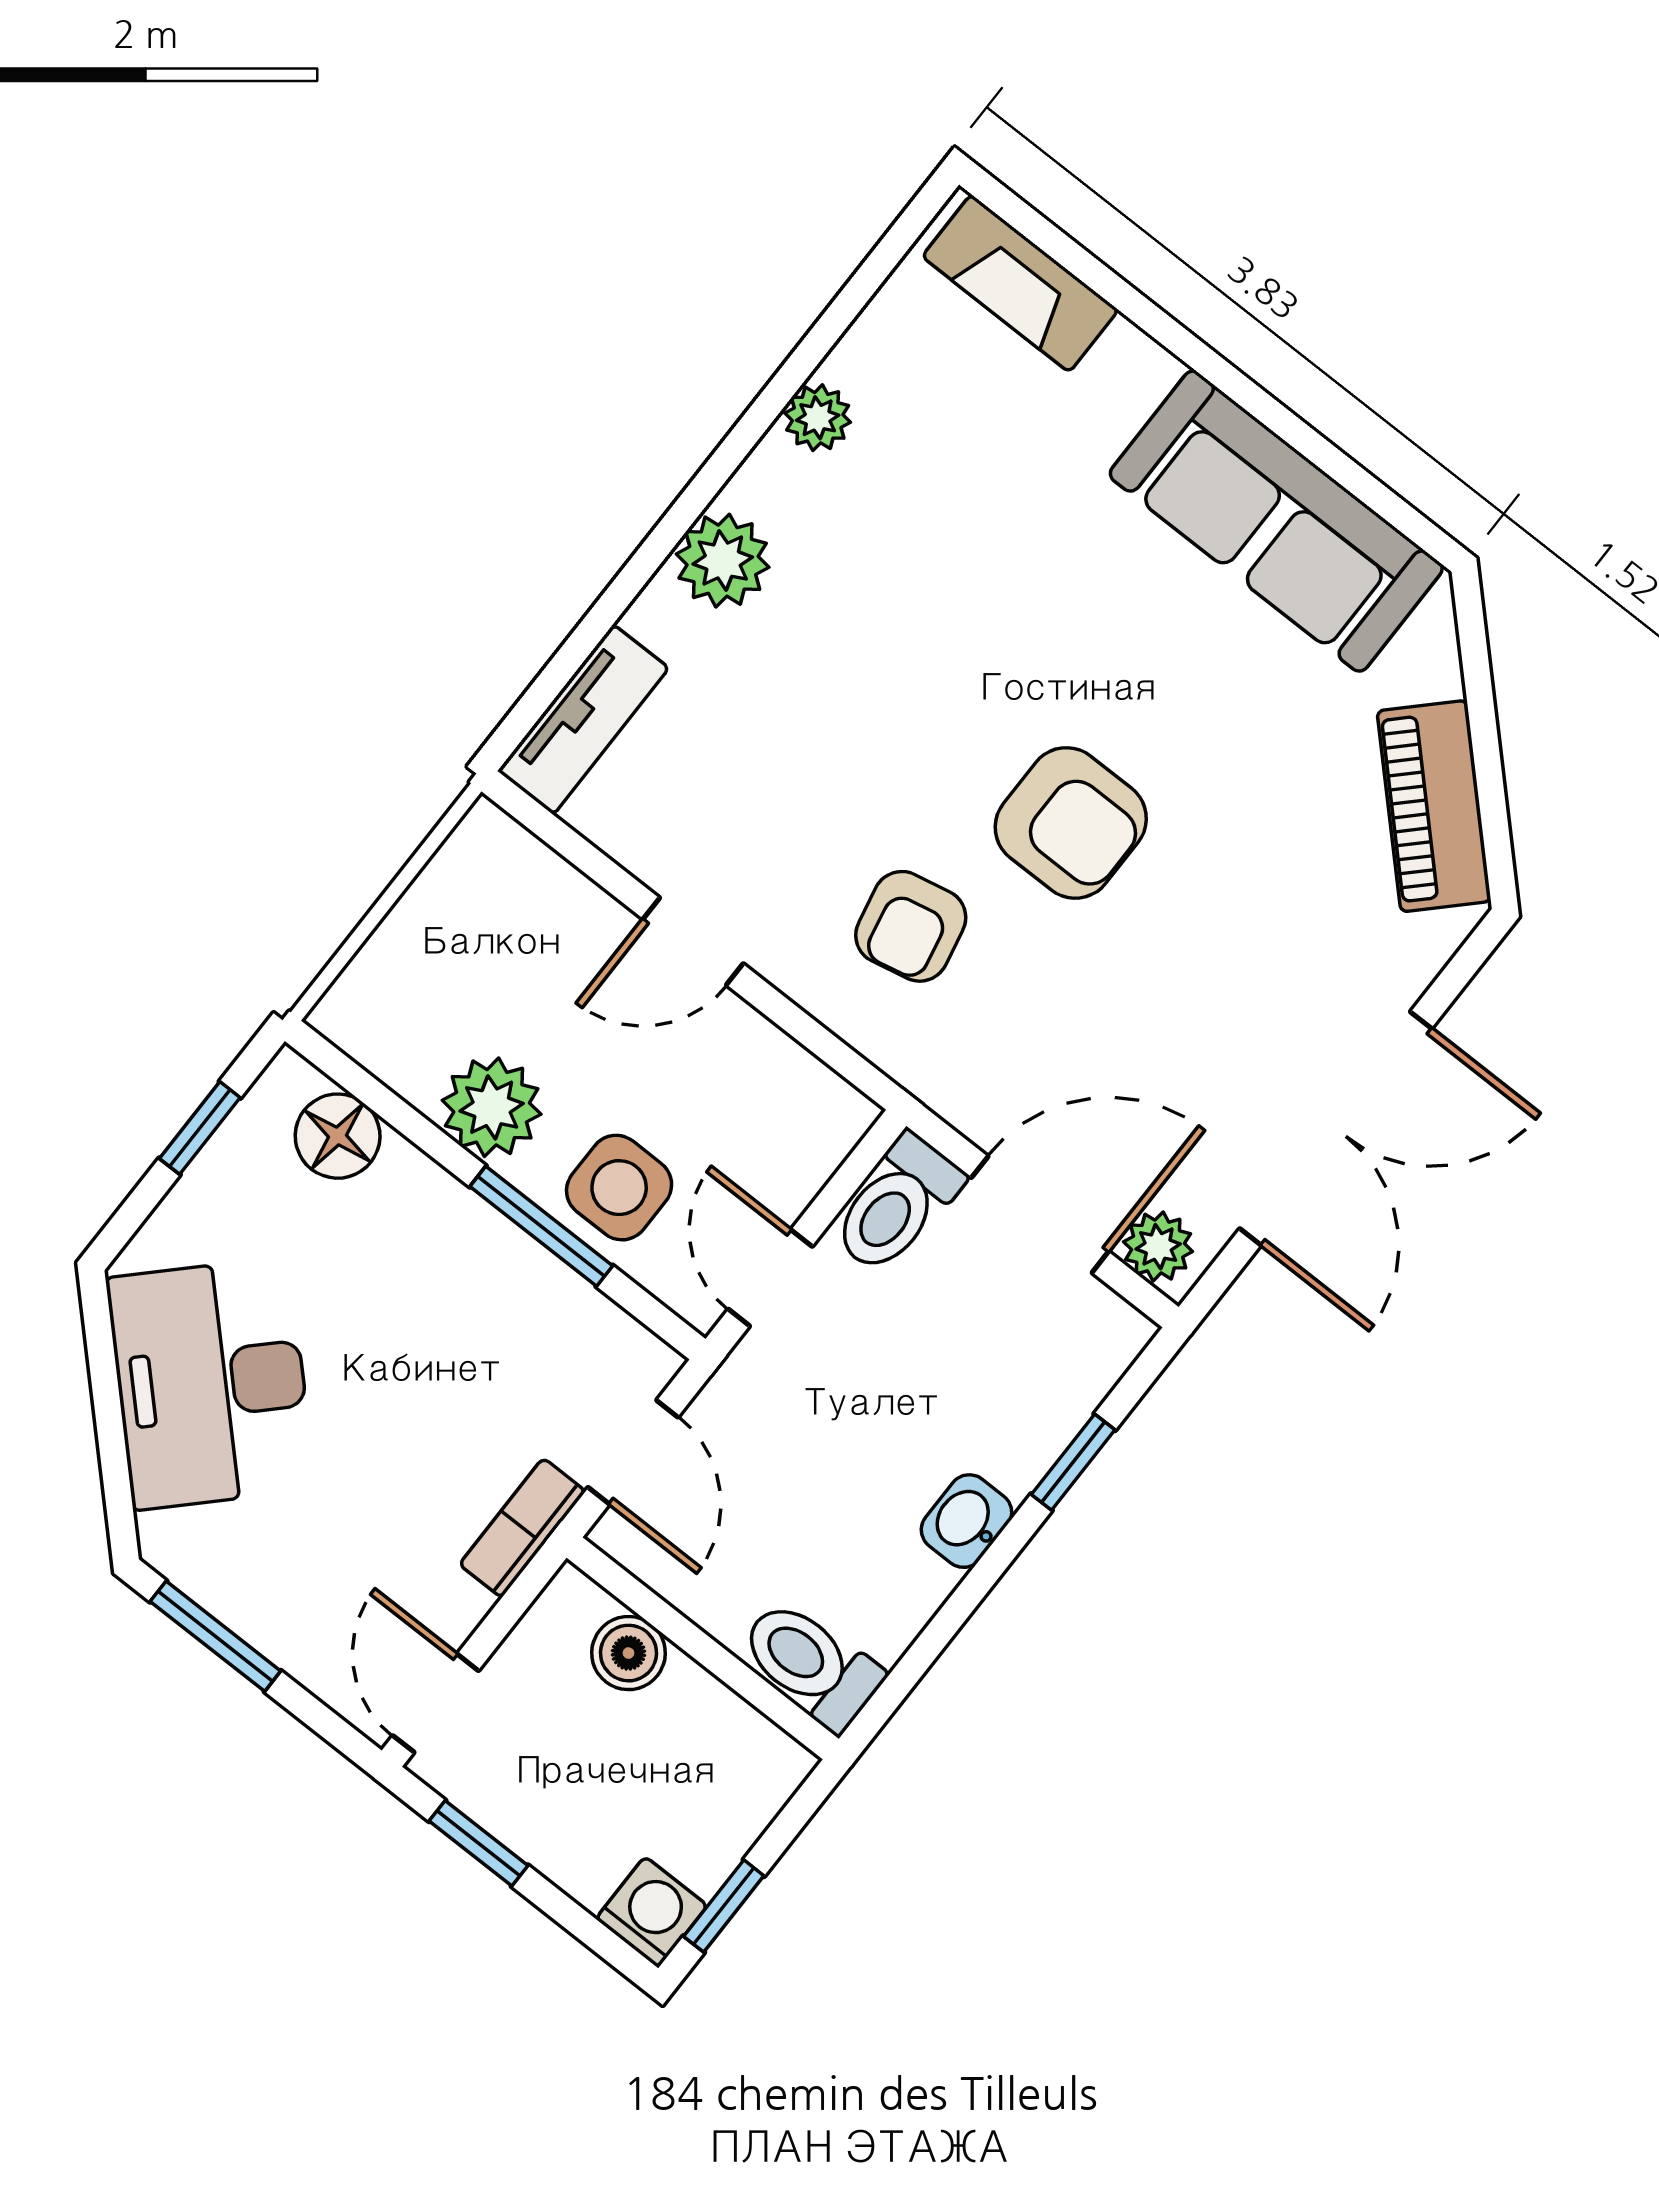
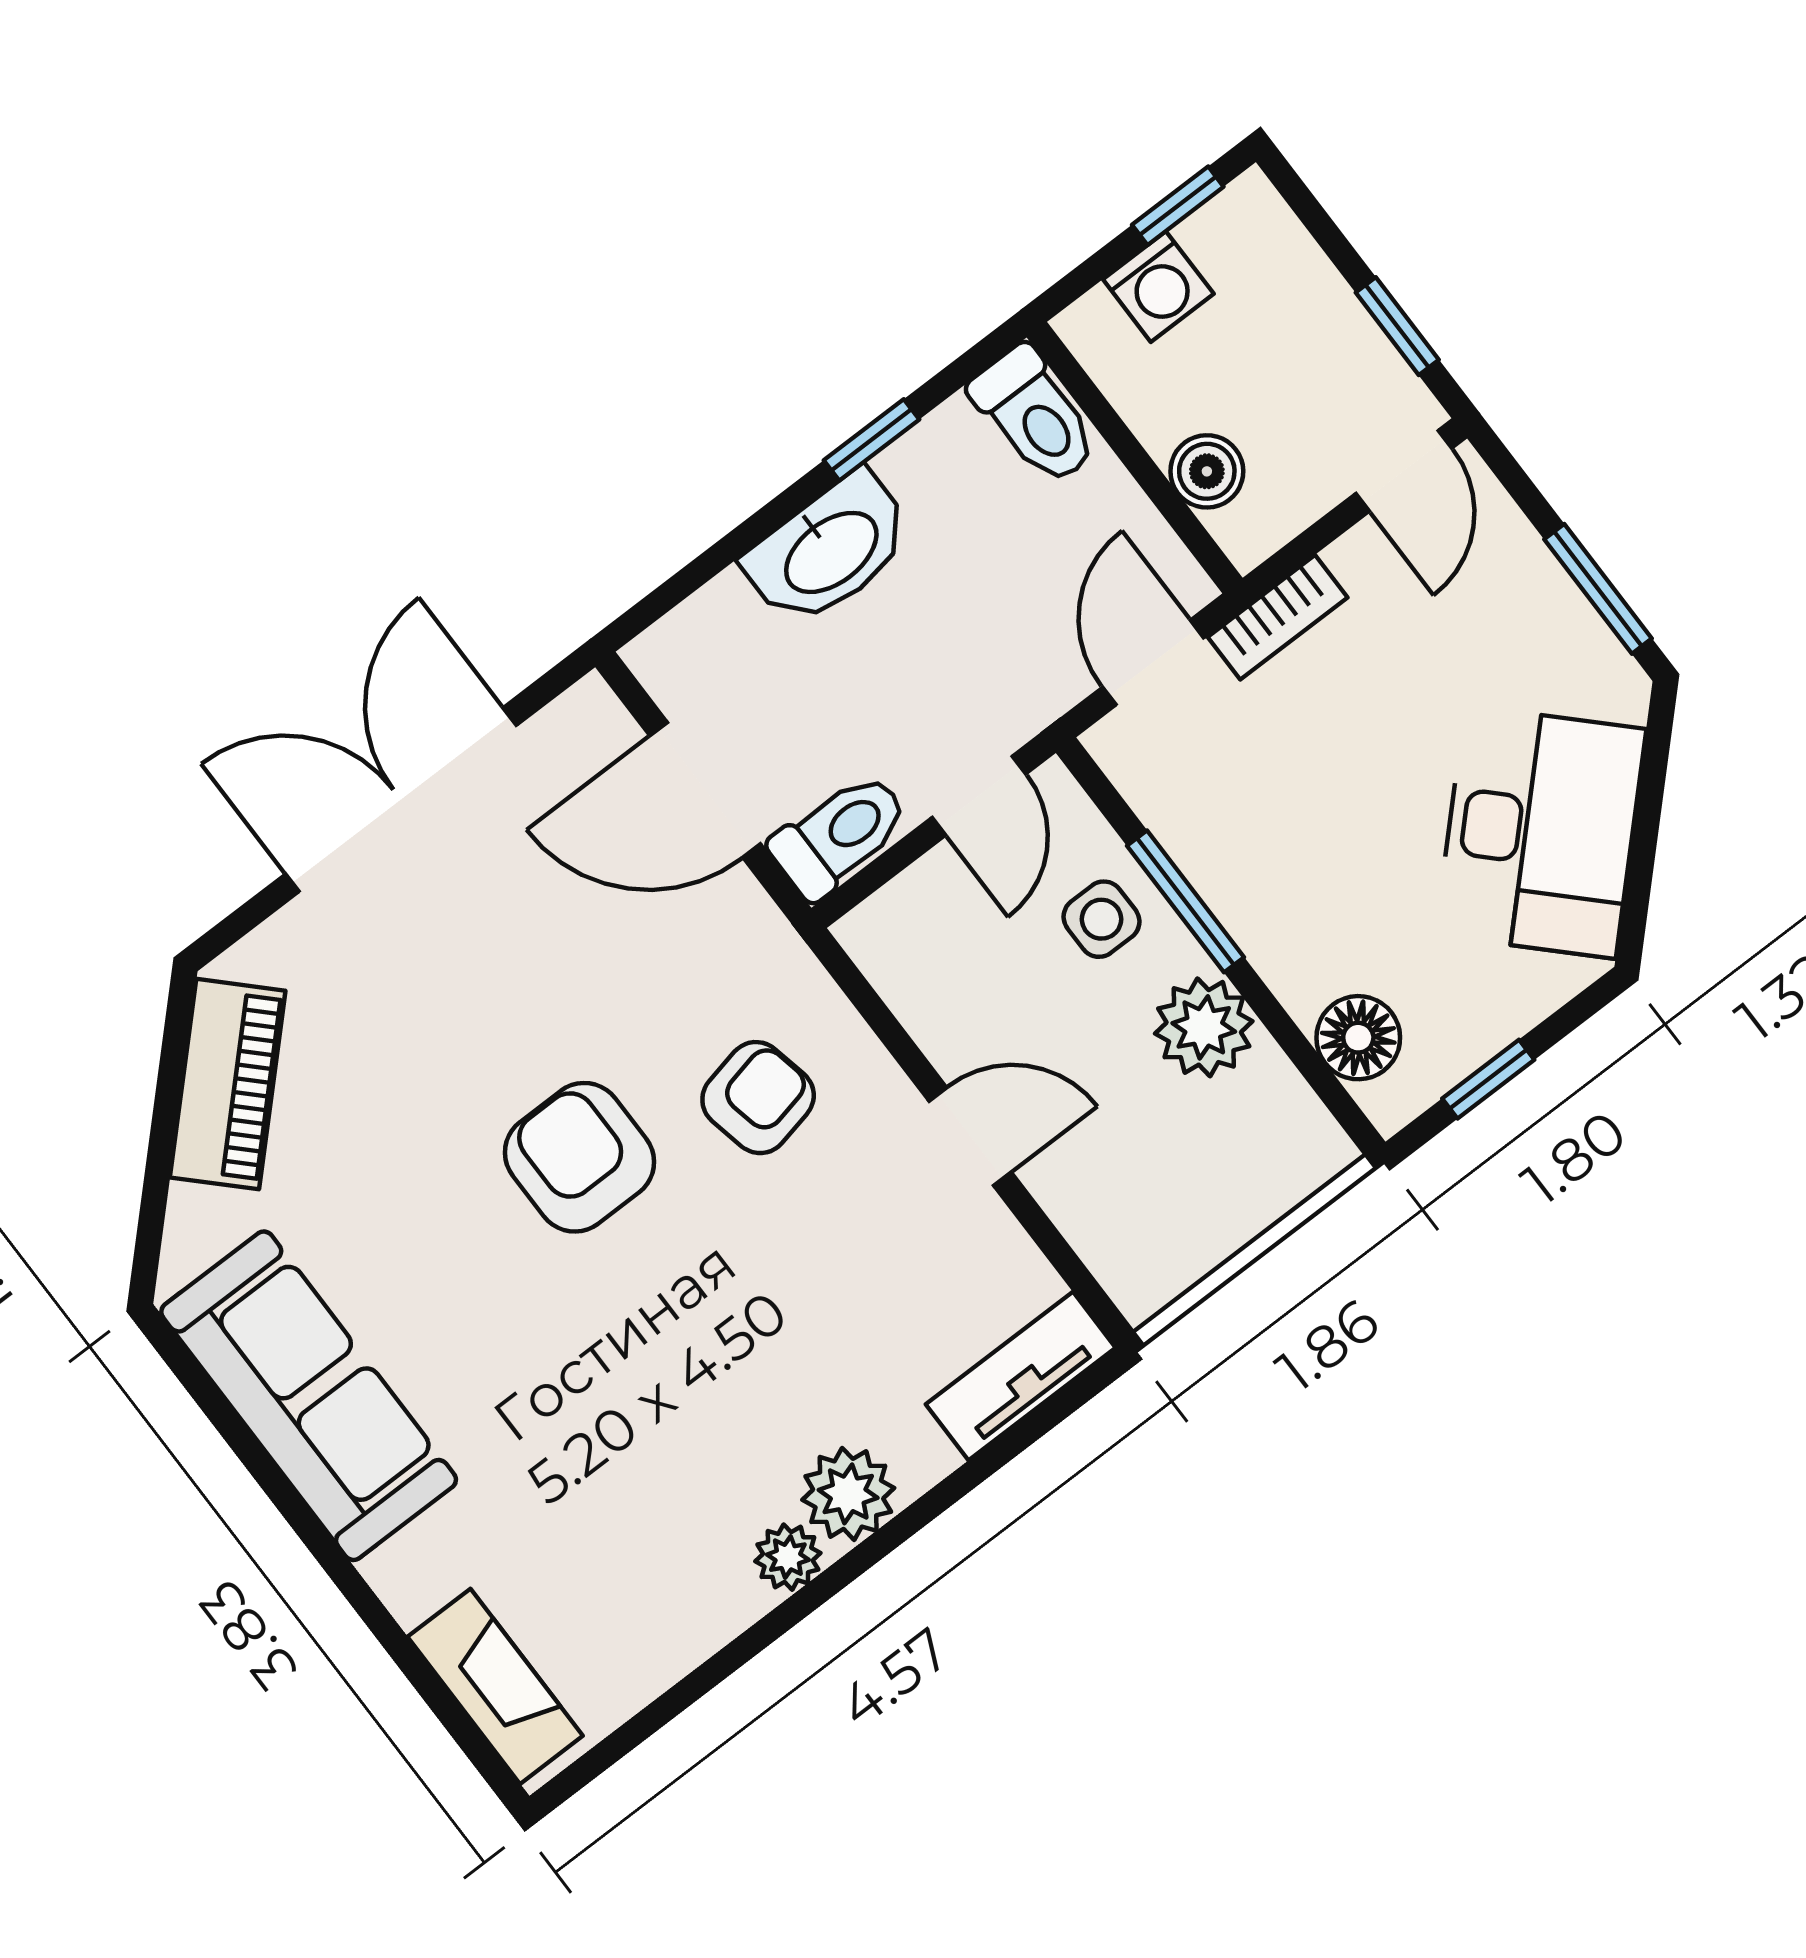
plant: (818, 418) -> (788, 1557), moved
side table: (619, 1188) -> (1102, 919), width x0.73, depth x0.73
plant: (1158, 1247) -> (600, 730), removed
window: (1073, 1462) -> (872, 440), moved
washbasin: (966, 1521) -> (830, 550), width x1.91, depth x1.45
washing machine: (652, 1912) -> (1158, 287), moved, turned -90

